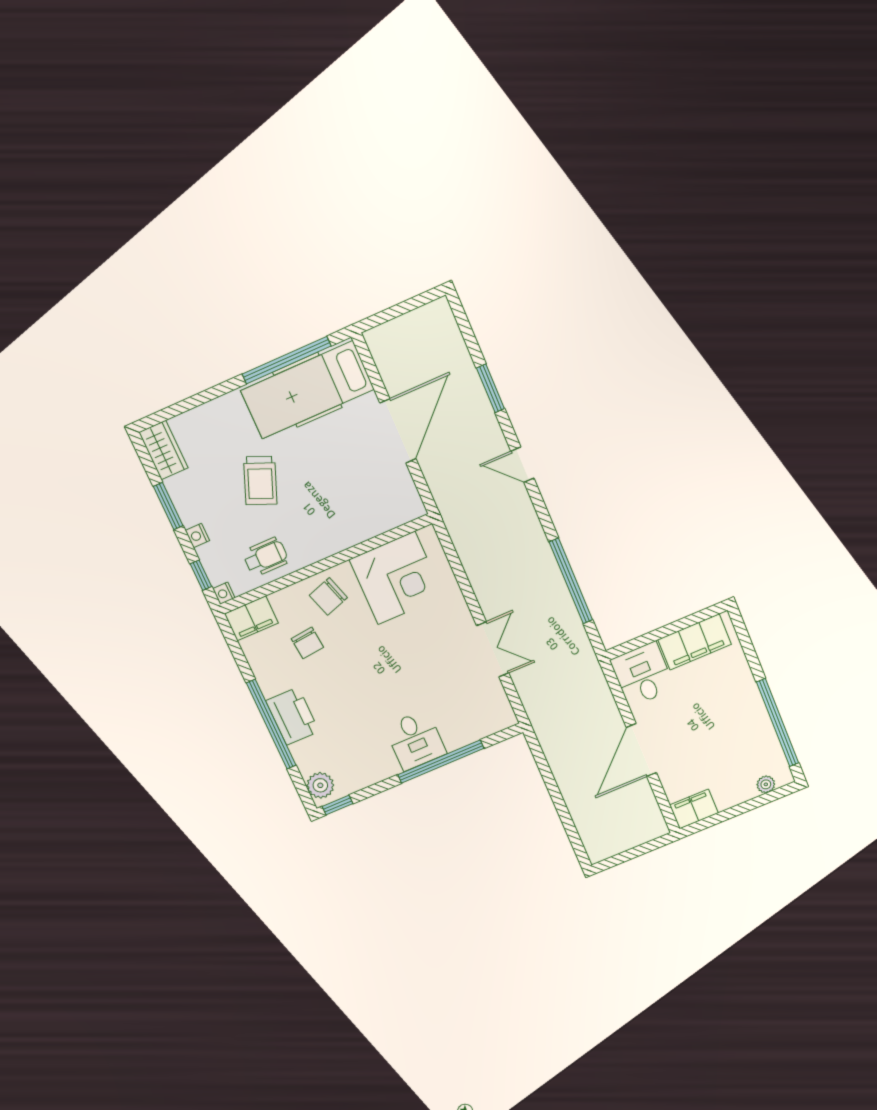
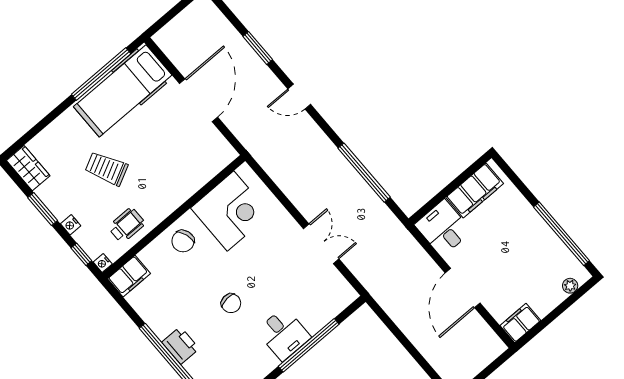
trolley: (260, 480) -> (106, 169), turned 131
chair: (307, 643) -> (231, 303), moved
printer: (292, 716) -> (181, 345), width x0.73, depth x0.84

